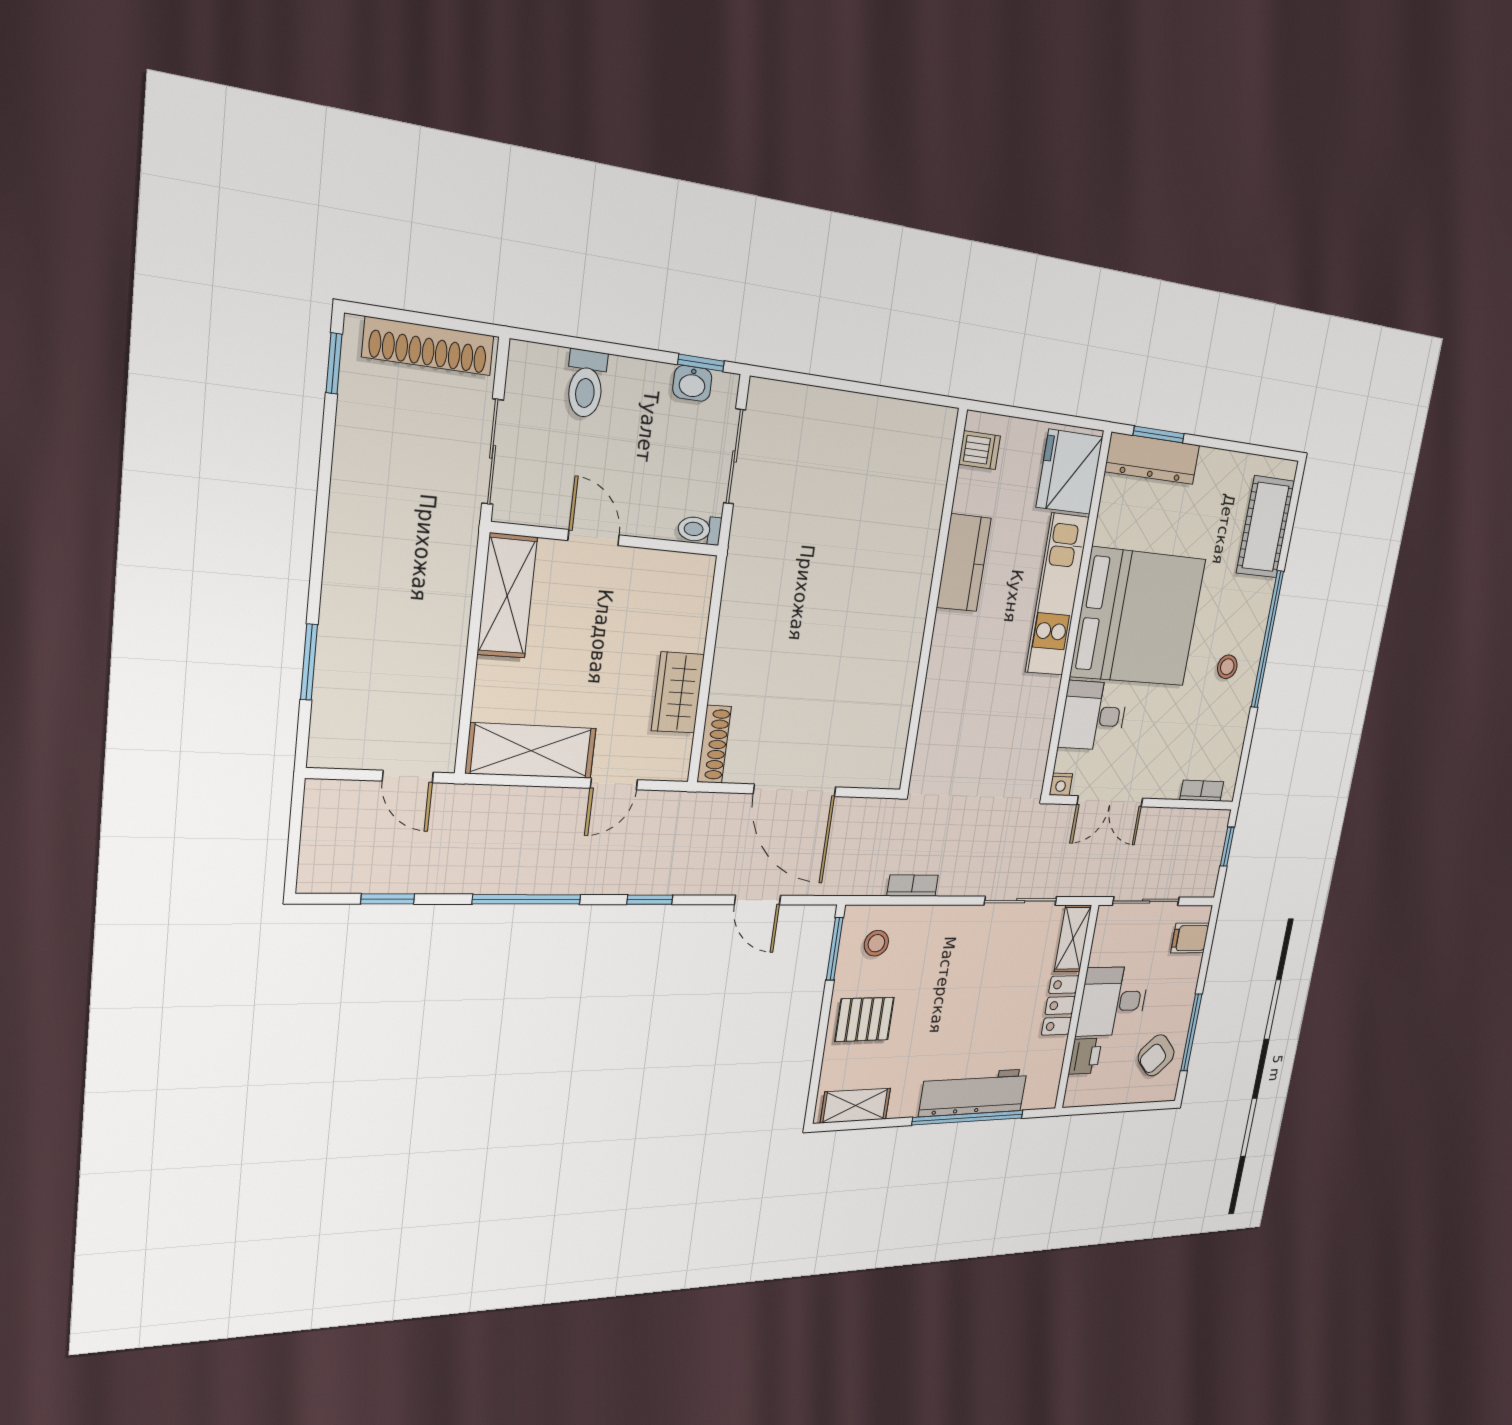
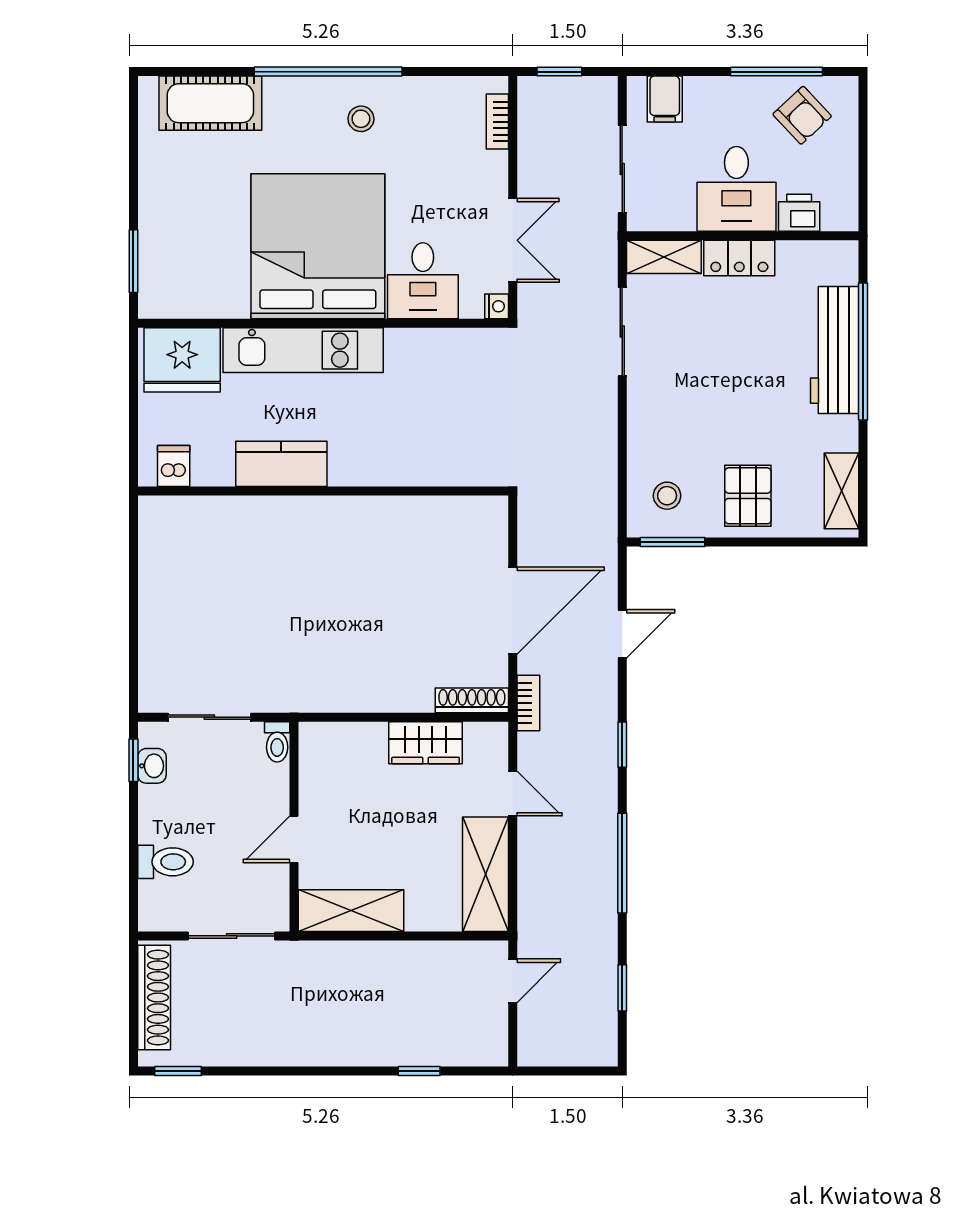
dresser: (1153, 458) -> (158, 264), removed
window: (309, 662) -> (419, 1071), width x0.67
bookcase: (913, 886) -> (528, 703), moved, turned 180

